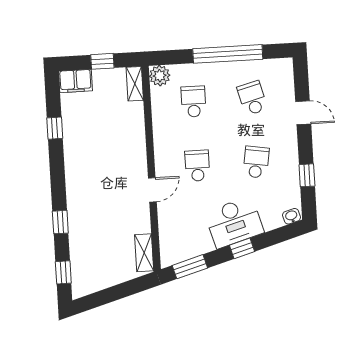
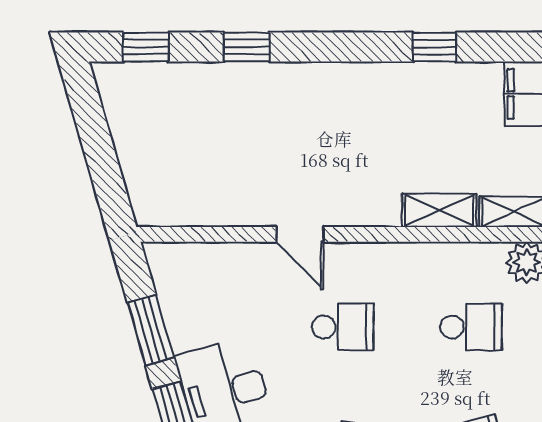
shelving: (144, 253) -> (439, 210), moved
window: (190, 267) -> (151, 330), moved

